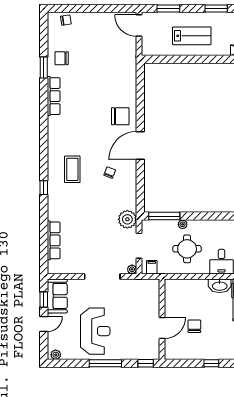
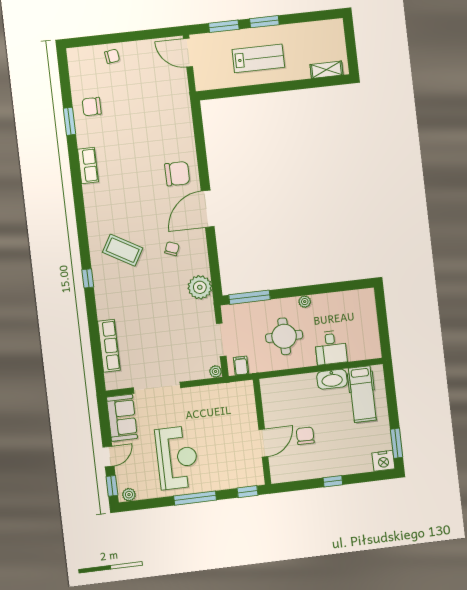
window: (216, 9) -> (264, 22), moved
chair: (66, 20) -> (112, 56), moved
row of seats: (54, 96) -> (88, 166), width x0.68
coffee table: (72, 169) -> (123, 250), turned -60
plant: (127, 219) -> (200, 287), moved
plant: (183, 224) -> (305, 302), moved
doorway: (102, 276) -> (157, 388), moved
window: (44, 299) -> (112, 486), moved

